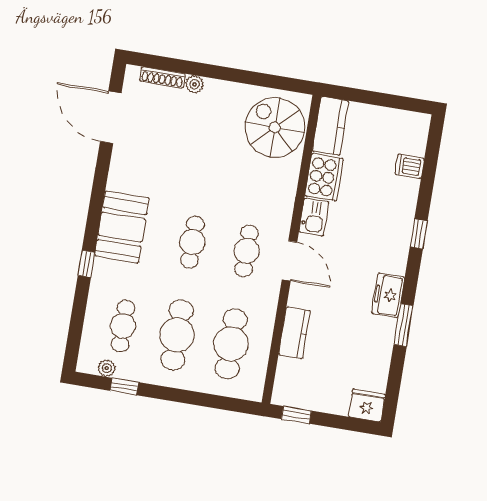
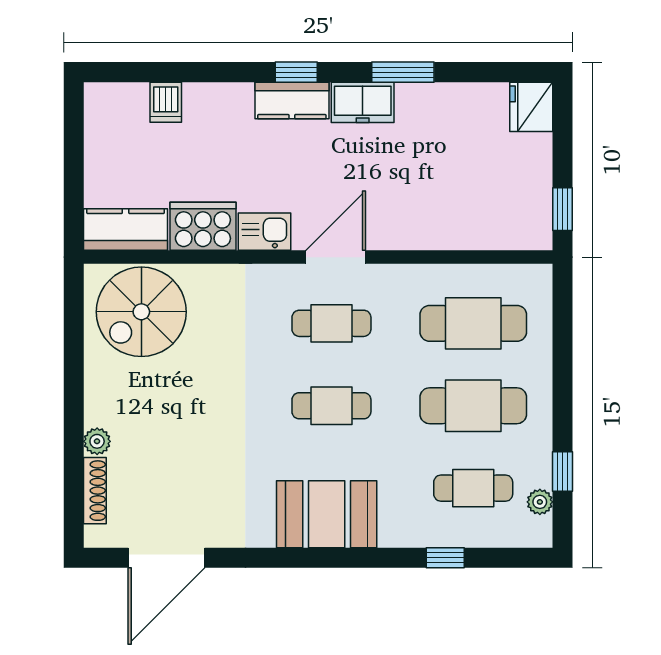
window: (419, 234) -> (296, 72), moved
window: (86, 264) -> (445, 558), moved
kitchen counter: (294, 333) -> (292, 100), moved, turned 180

